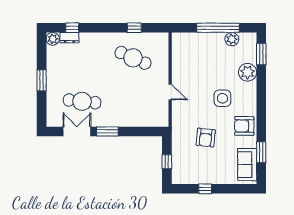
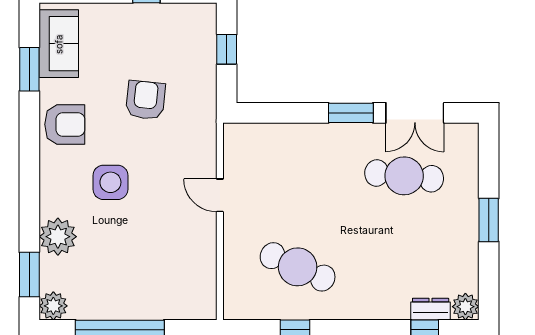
plant: (232, 39) -> (53, 306), moved

